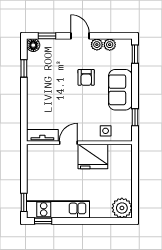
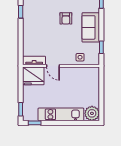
door: (68, 143) -> (53, 66), swing flipped
fridge: (93, 157) -> (33, 76), moved
kitchen unit: (58, 209) -> (61, 114), moved

